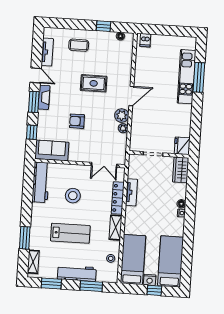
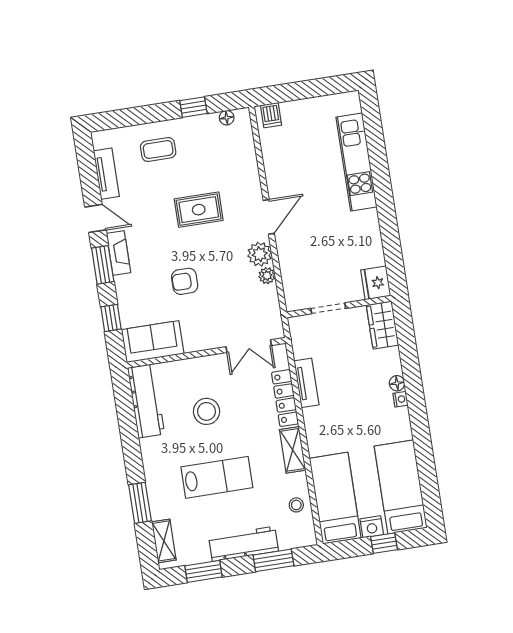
window: (199, 77) -> (378, 158), removed

